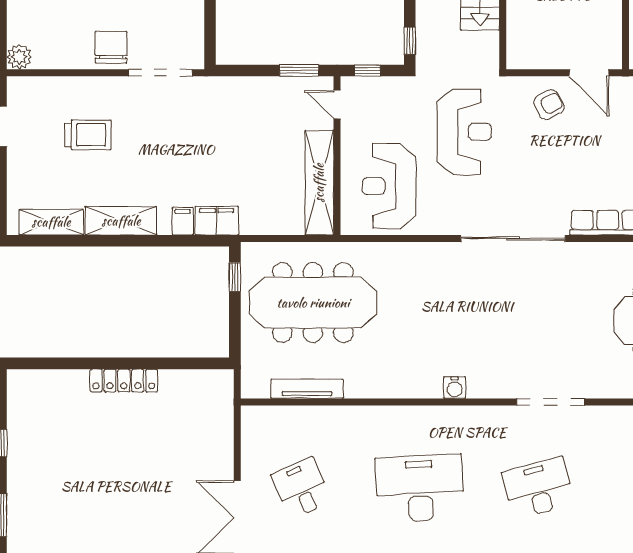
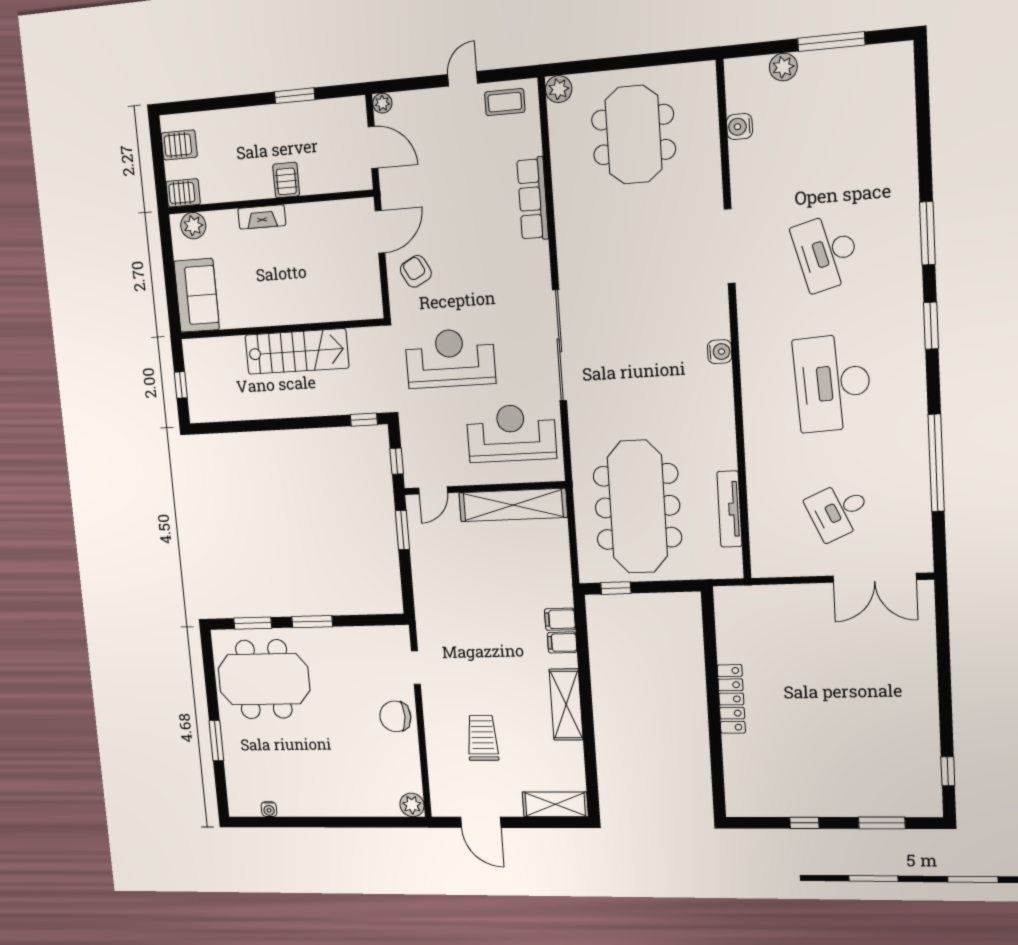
doorway: (161, 73) -> (416, 668), width x0.53
reception desk: (389, 186) -> (511, 433), turned 180
filing cabinet: (217, 221) -> (560, 619), width x0.50
shelving: (51, 222) -> (555, 804), moved, turned 90
sliding door: (513, 238) -> (559, 345), moved

